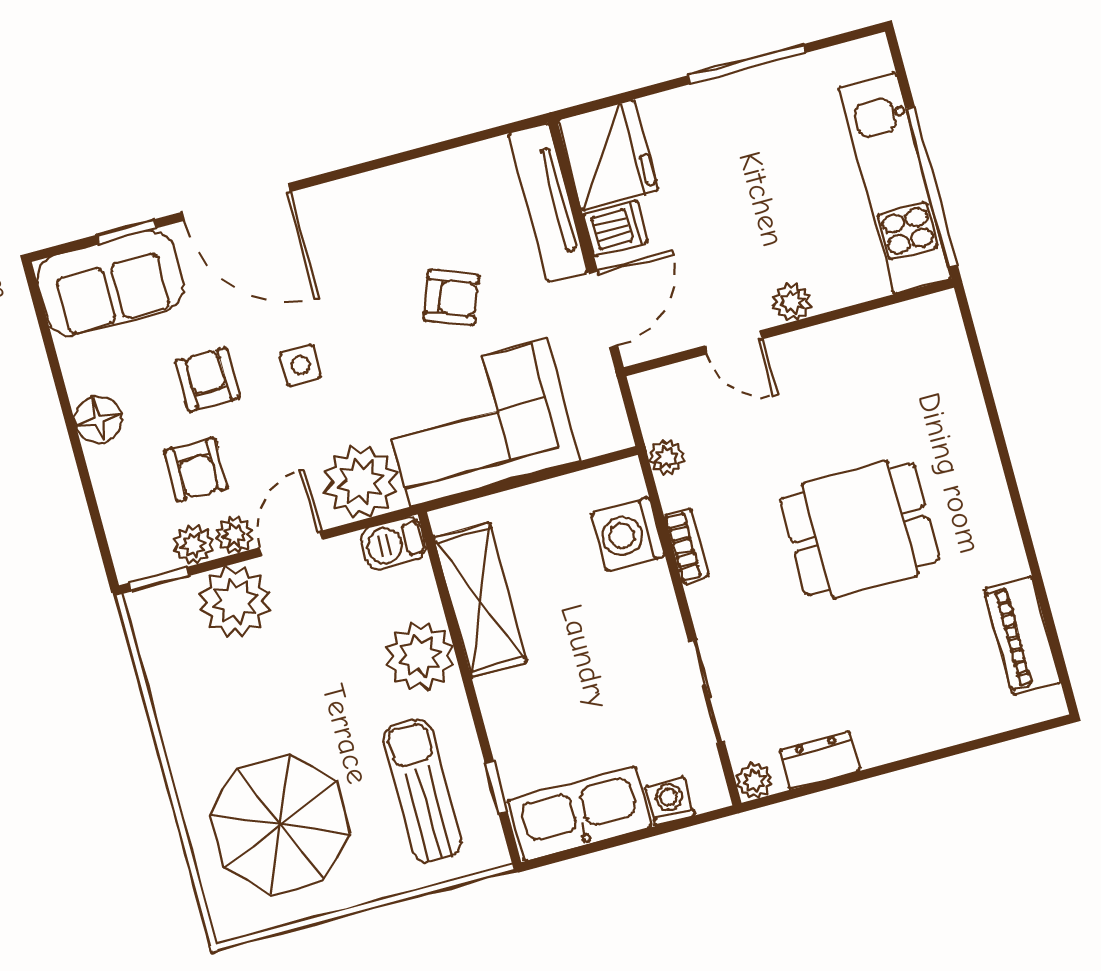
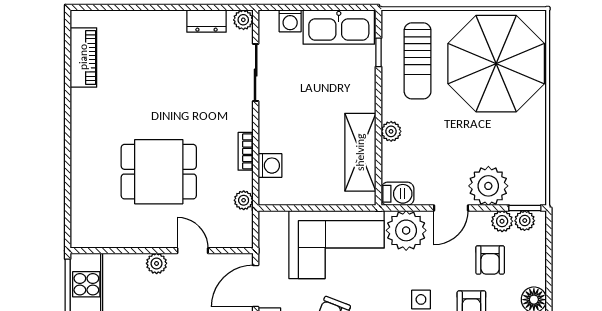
armchair: (196, 469) -> (490, 260), turned 180
dining table: (860, 529) -> (159, 172), moved
washing machine: (628, 534) -> (270, 166), width x0.73, depth x0.73
plant: (234, 535) -> (525, 221), moved
plant: (420, 656) -> (391, 131), width x0.53, depth x0.53
parasol: (280, 824) -> (496, 64), width x1.36, depth x1.36

